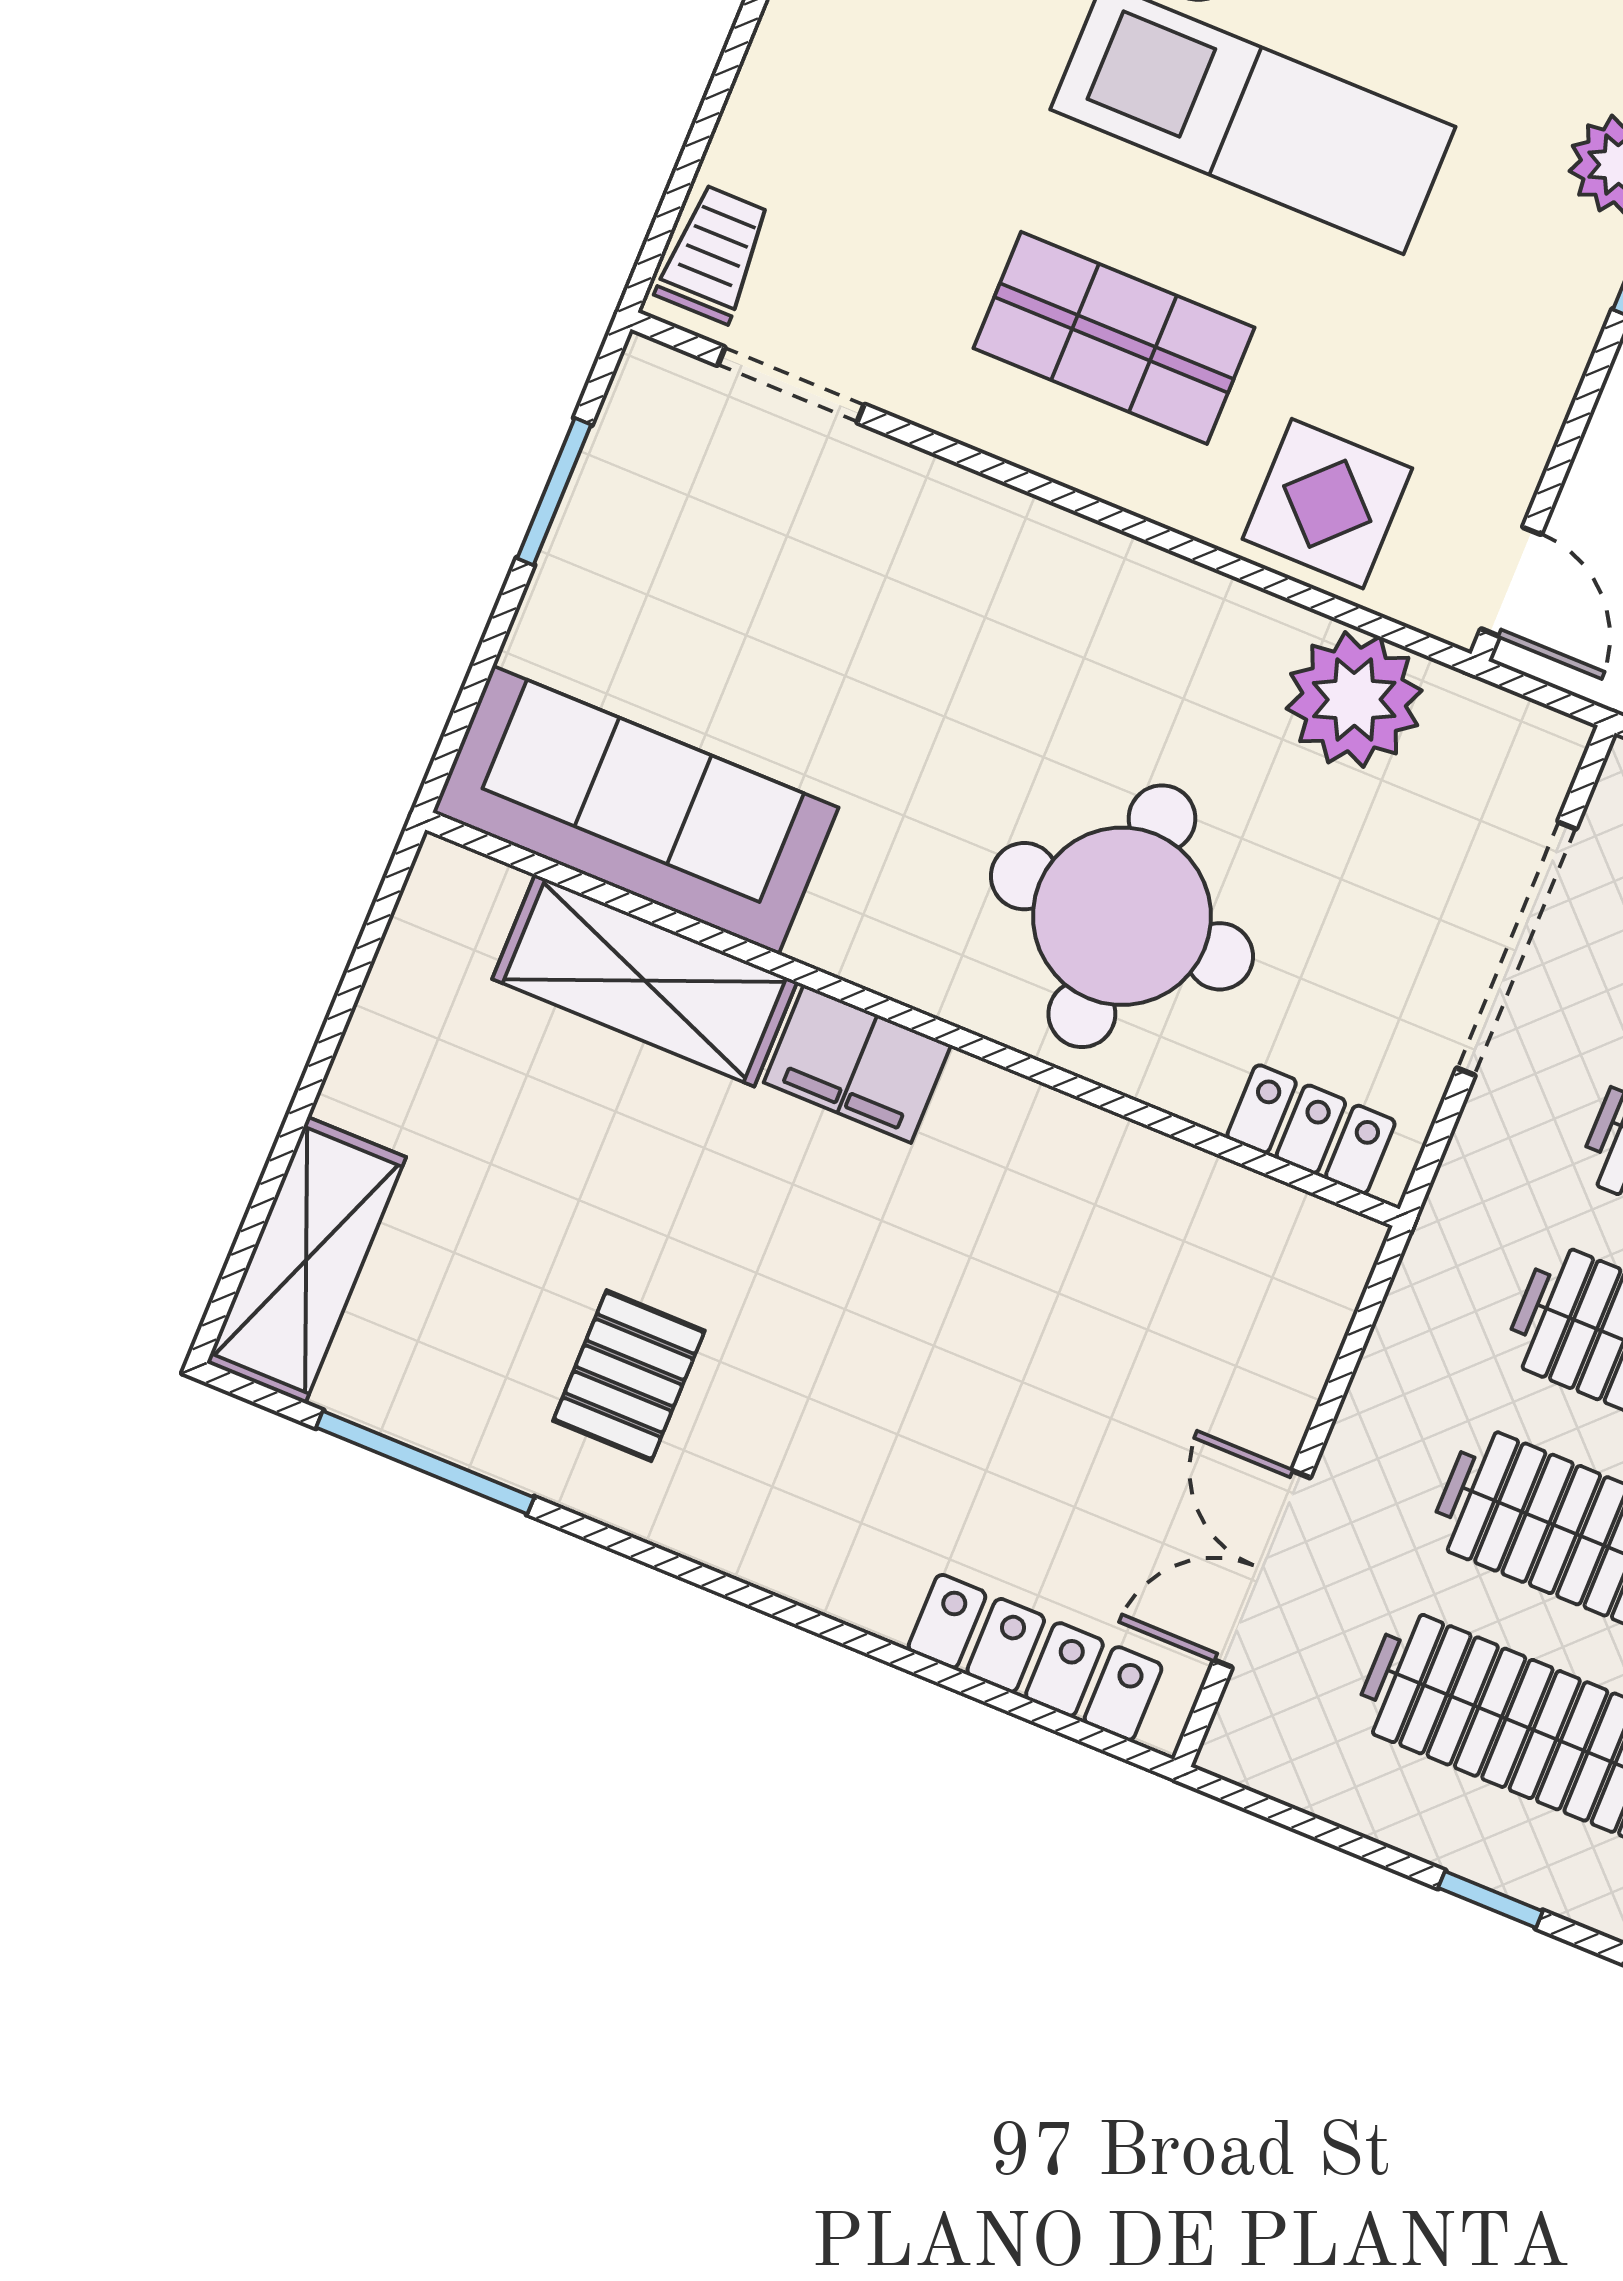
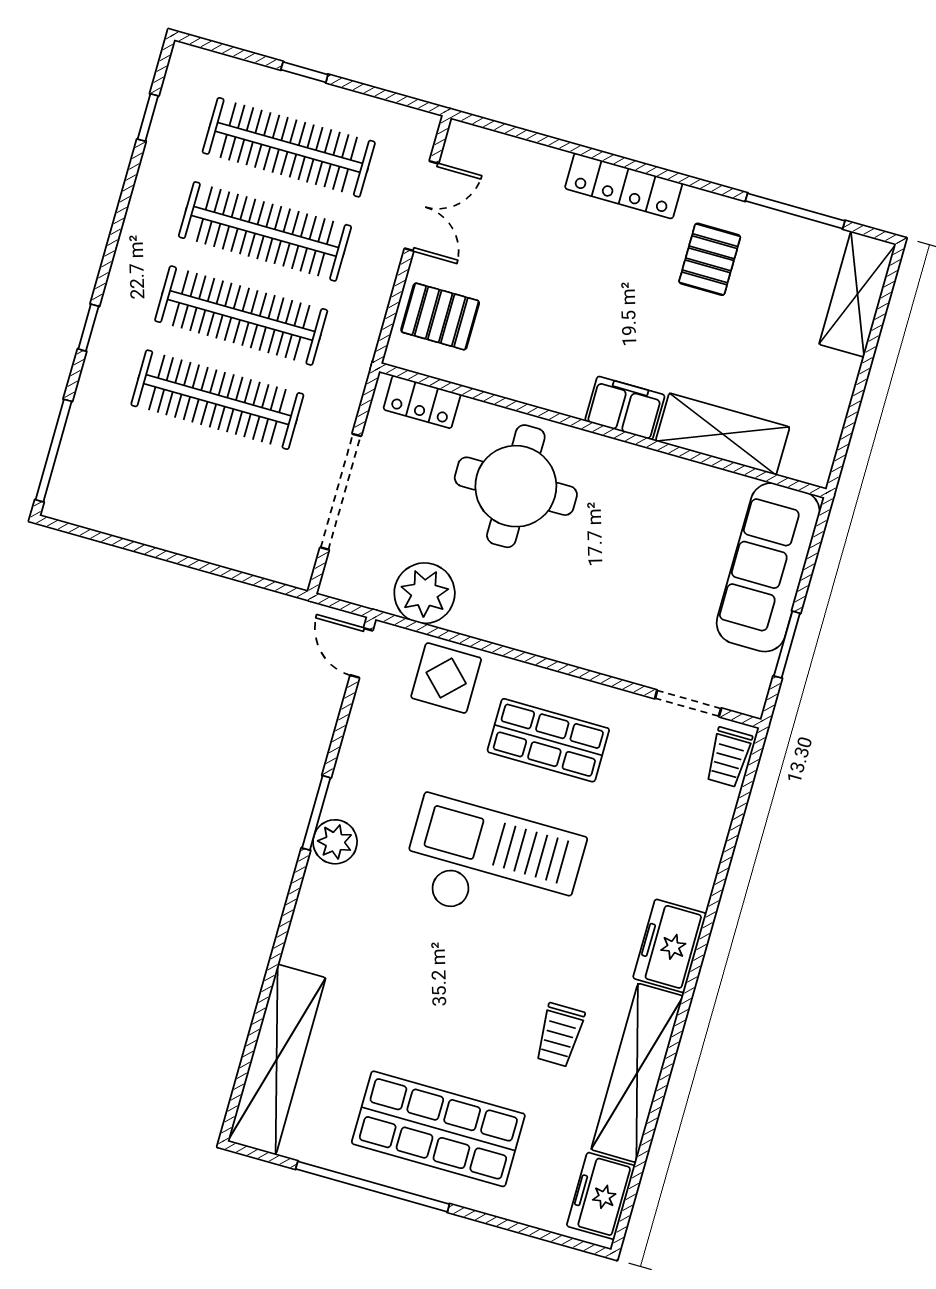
sofa: (635, 810) -> (768, 567), moved, turned 90
pallet: (1248, 1317) -> (440, 316), added
locker: (1035, 1658) -> (624, 186), moved

